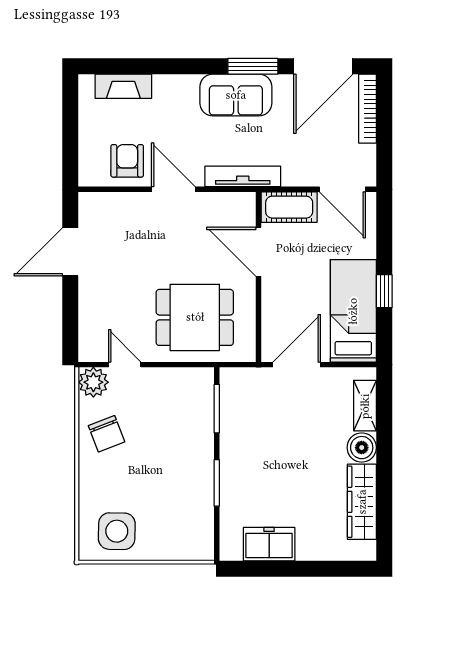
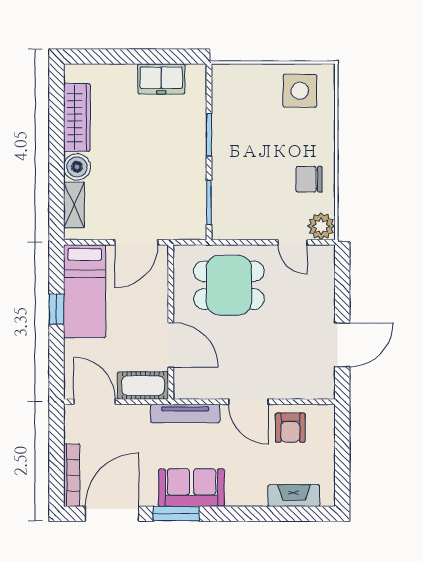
chair: (107, 434) -> (309, 179), turned -69

